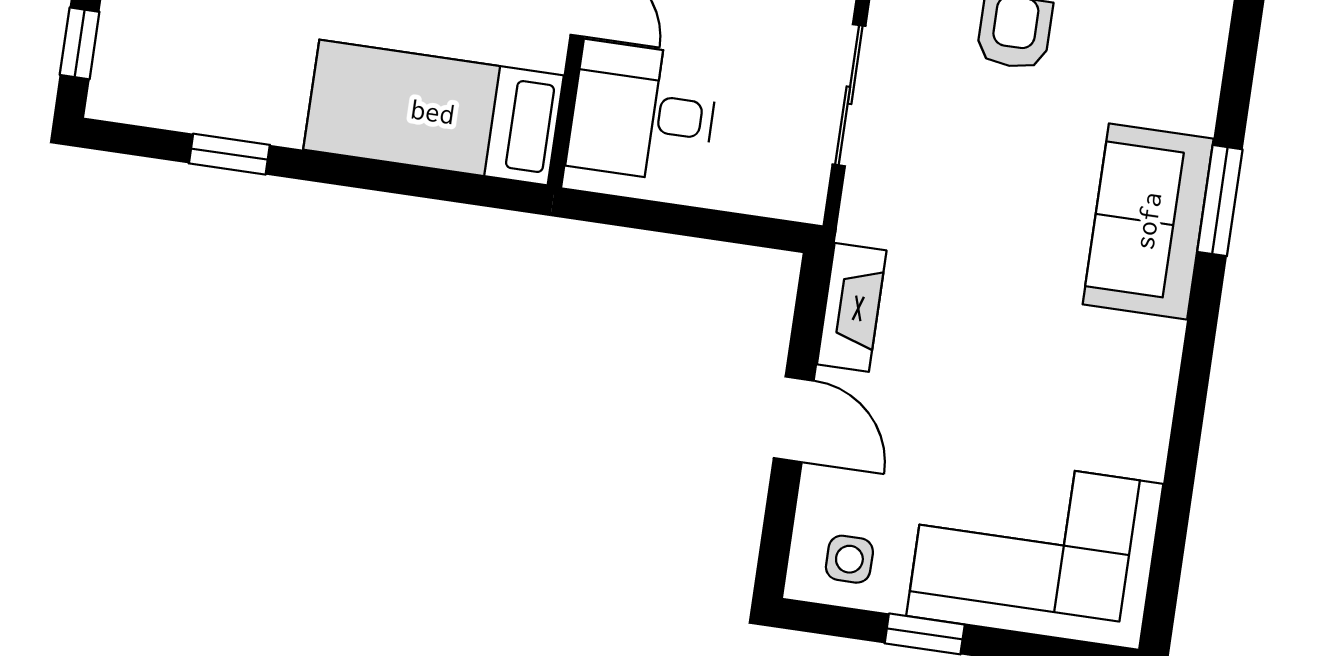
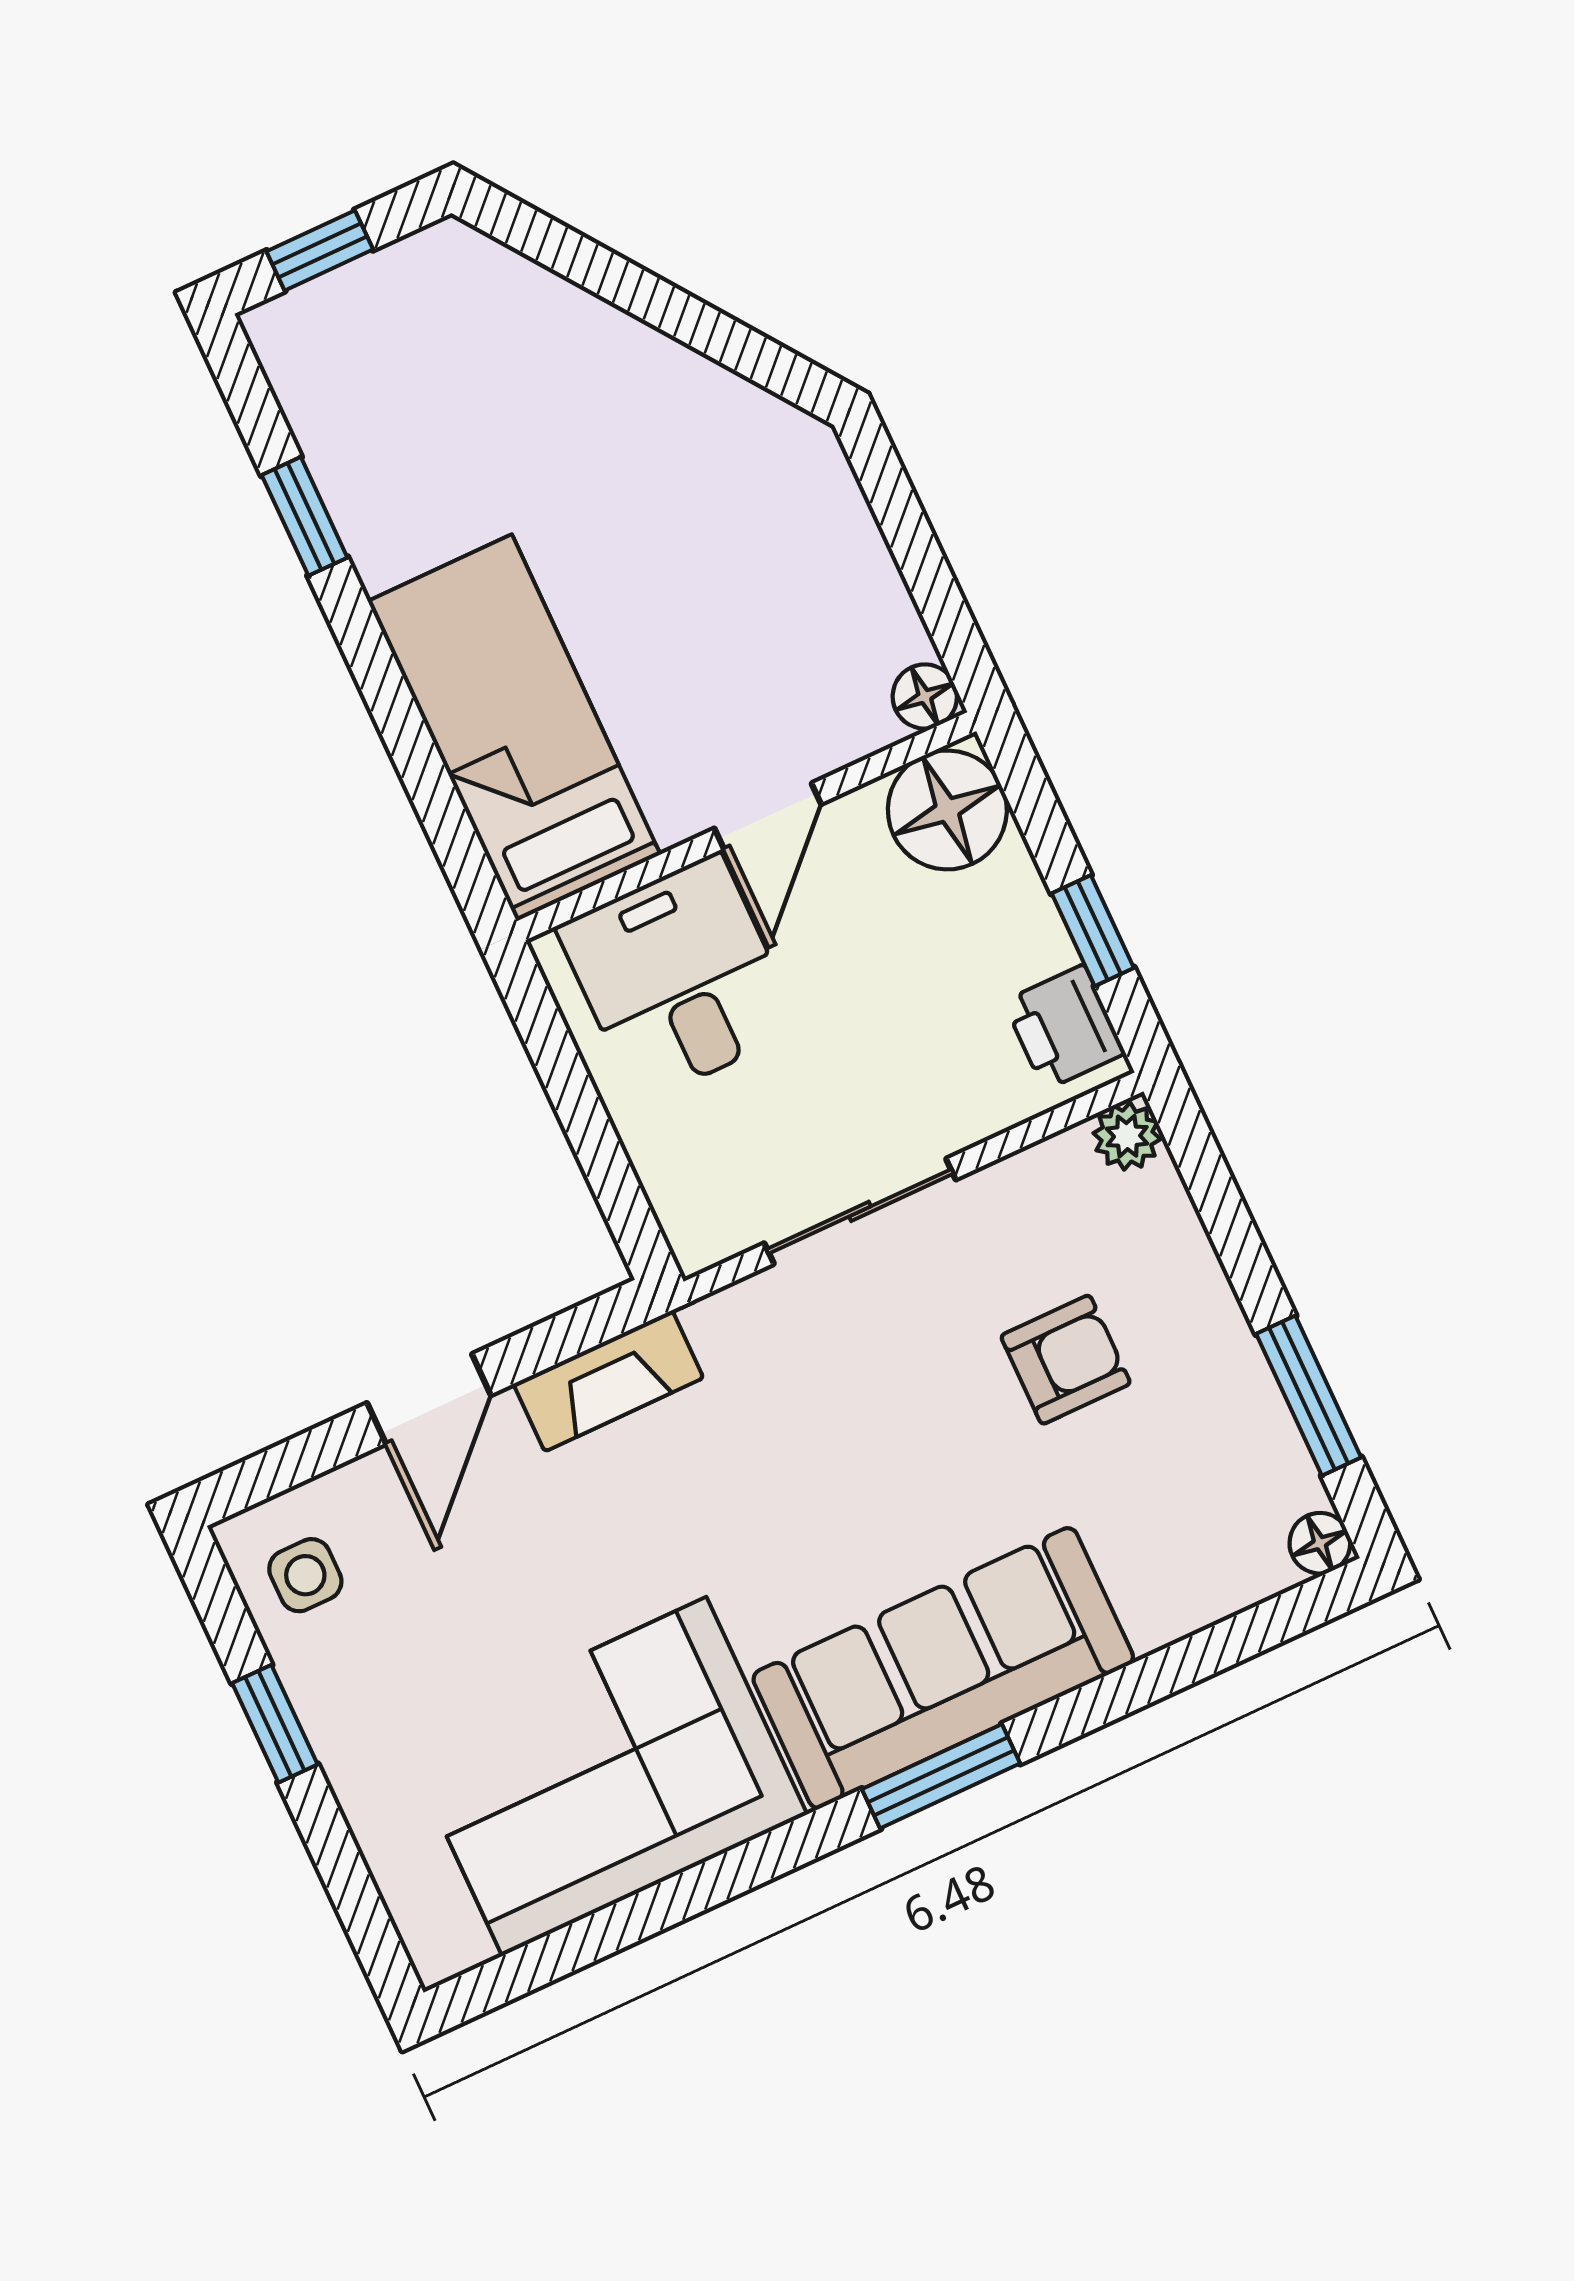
window: (1220, 201) -> (941, 1776), moved
sofa: (1148, 221) -> (943, 1668), width x1.36
corner sofa: (1035, 550) -> (604, 1776), moved, turned -90

